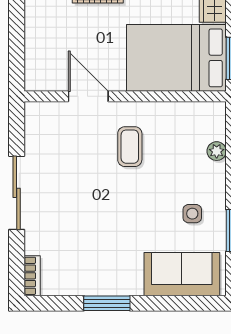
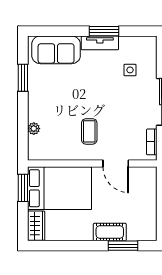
side table: (192, 214) -> (130, 70), moved
bookcase: (32, 276) -> (152, 142), moved
tv unit: (113, 285) -> (100, 43), added

